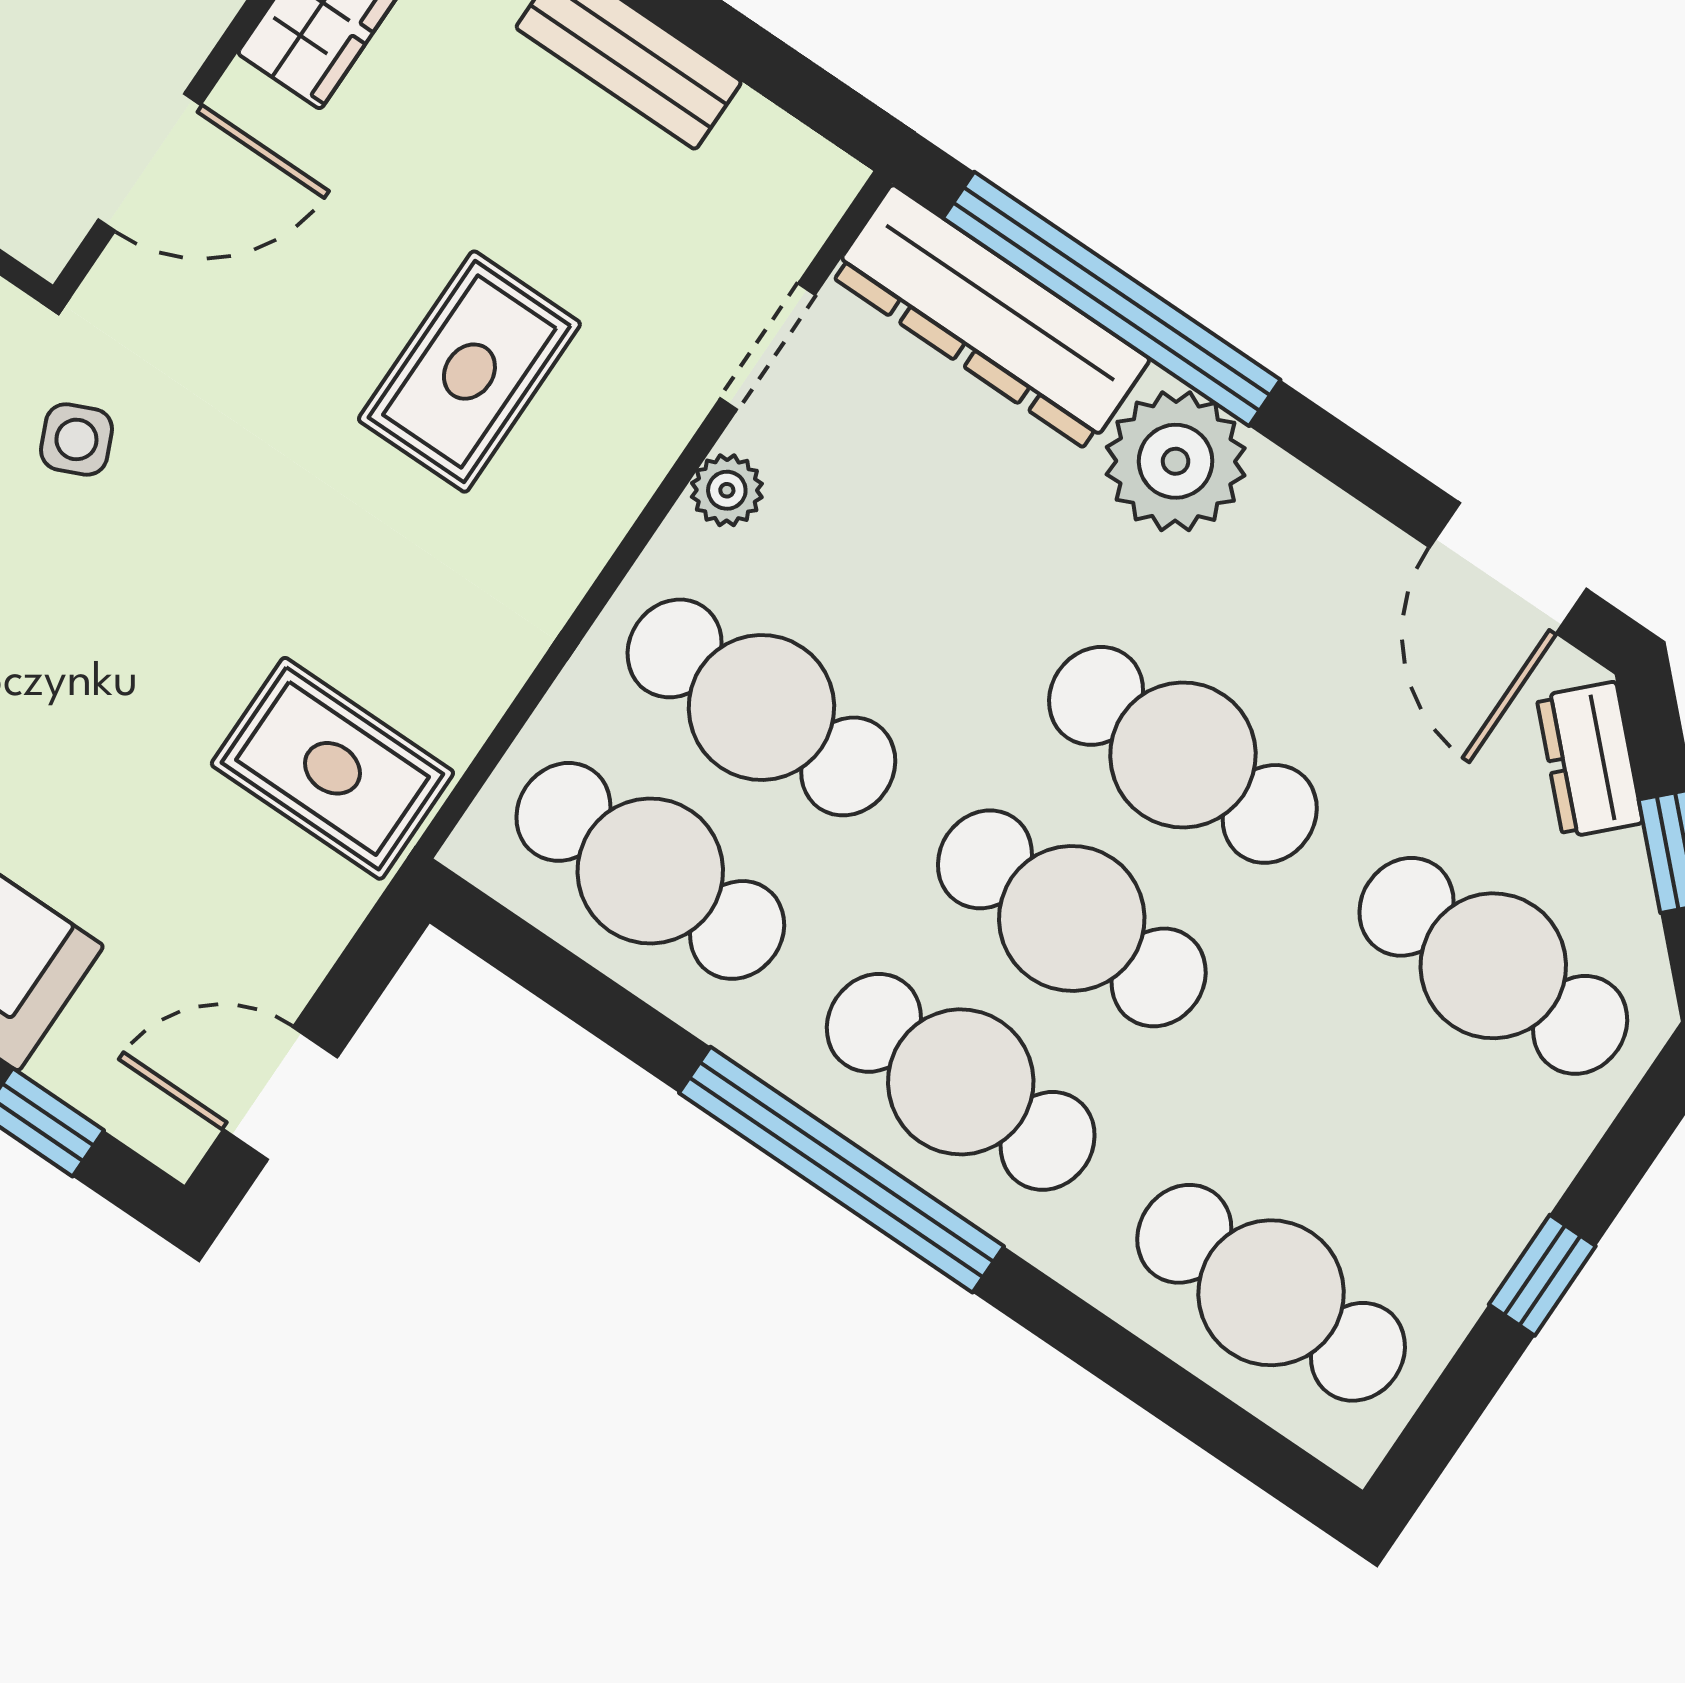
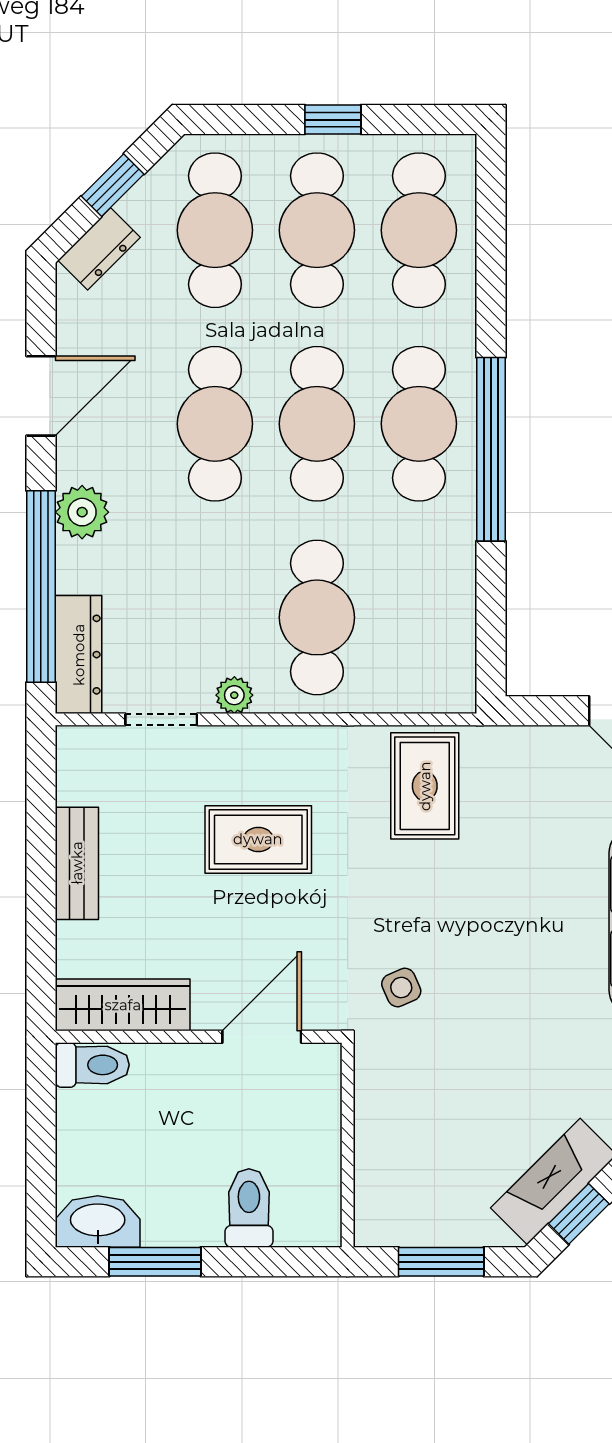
door: (150, 162) -> (262, 1037), hinge flipped
dresser: (990, 317) -> (79, 655), width x0.73, depth x0.80
plant: (1176, 461) -> (82, 512), width x0.73, depth x0.73
door: (1508, 568) -> (41, 396), moved
rug: (332, 768) -> (425, 786), moved
cafe table: (650, 871) -> (317, 230), moved

